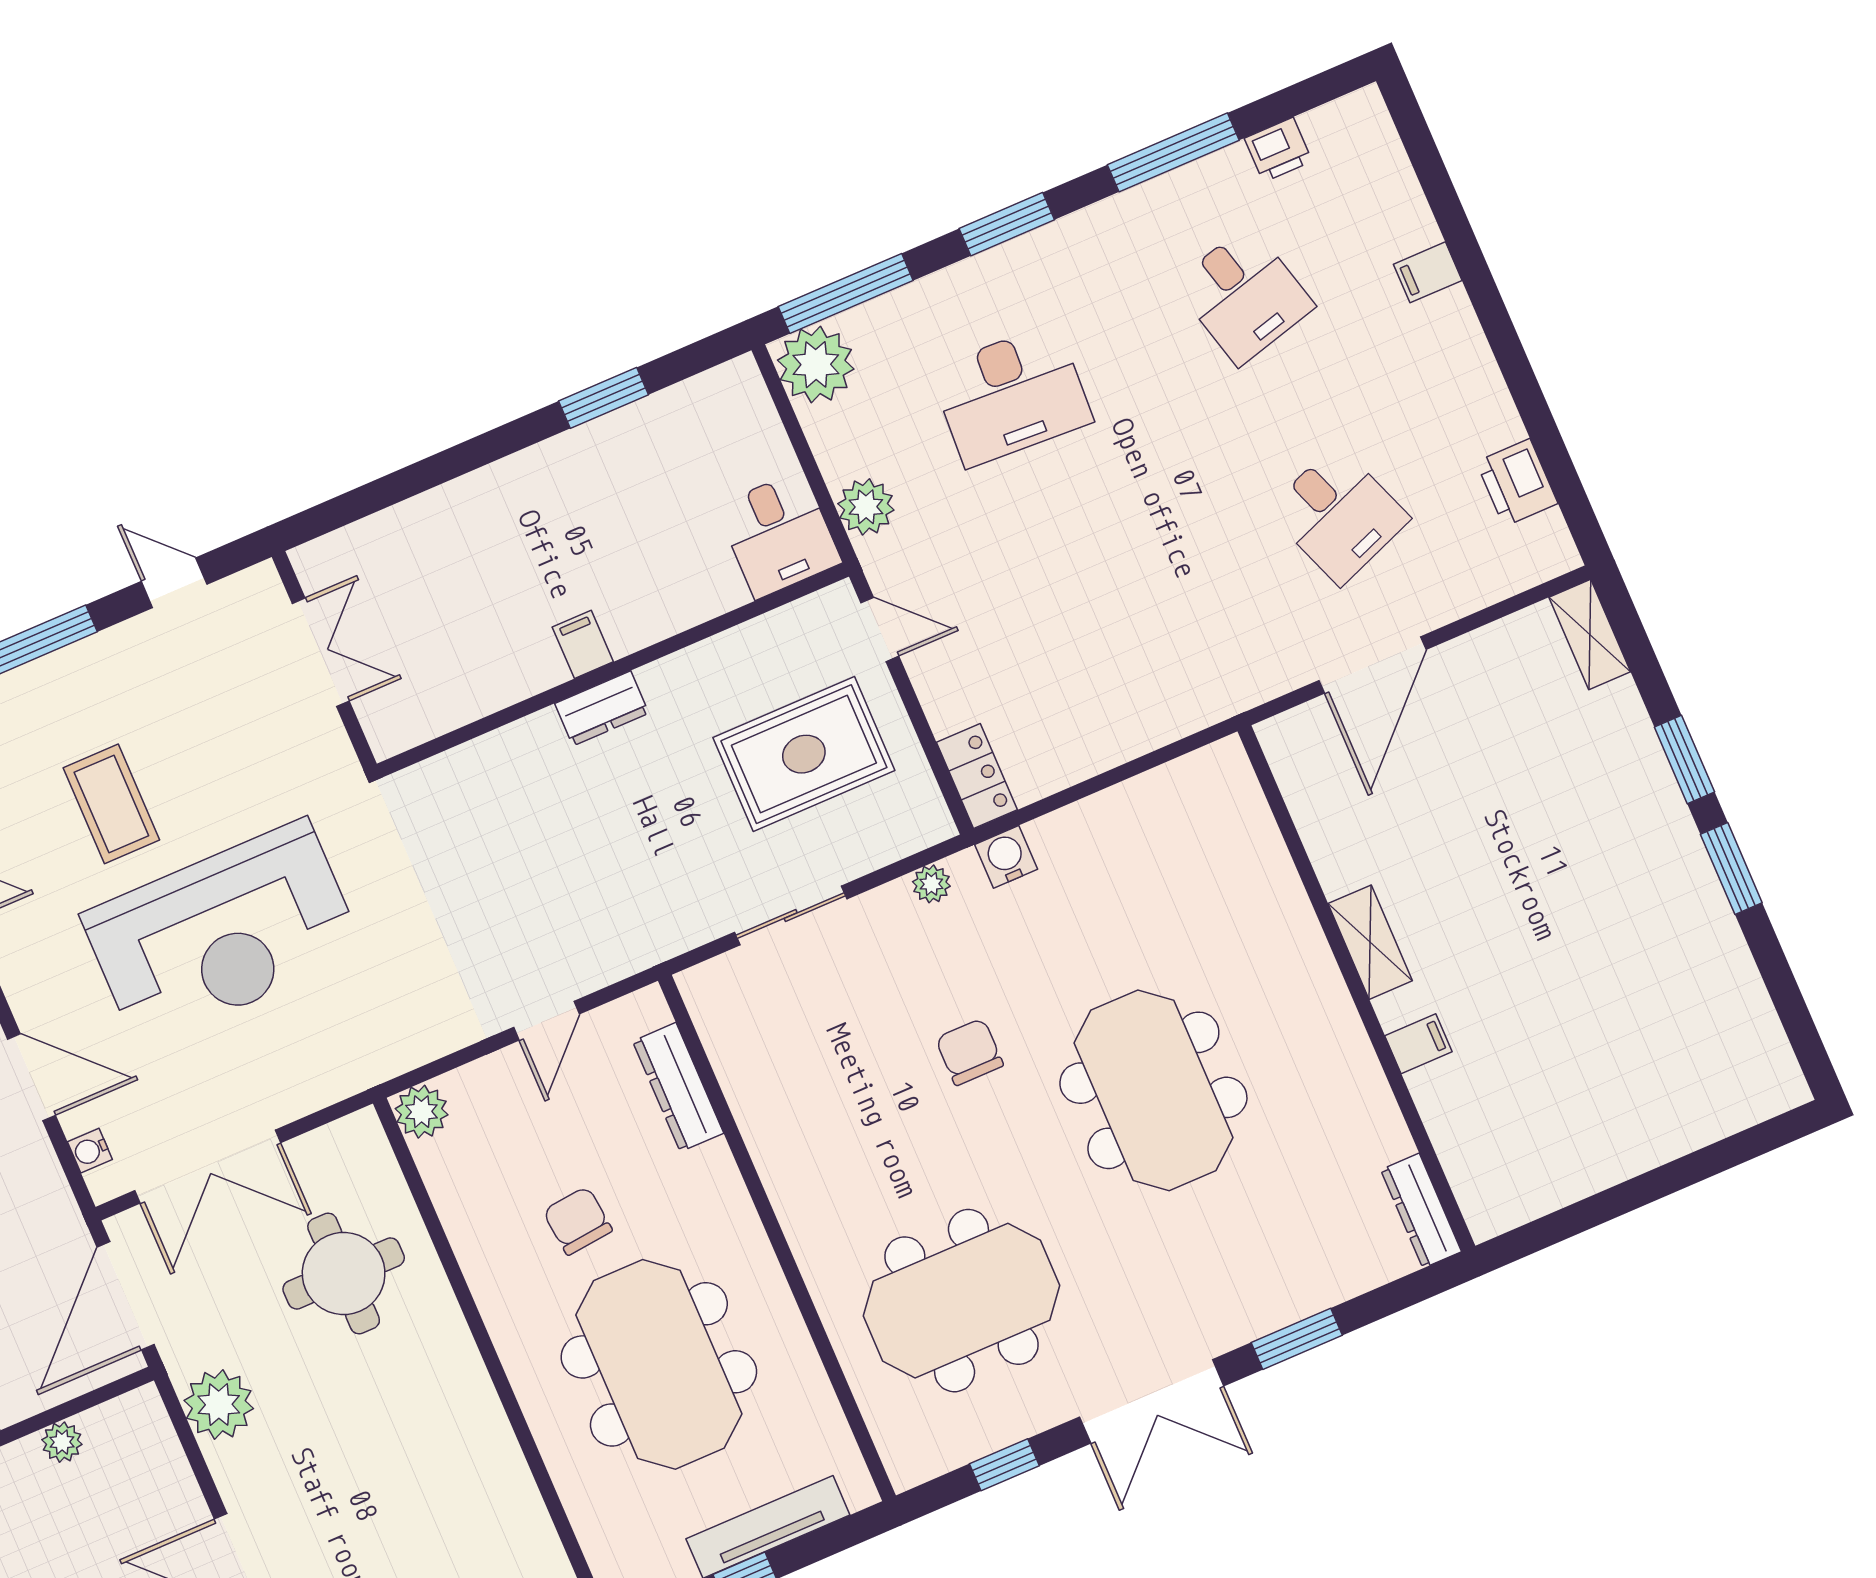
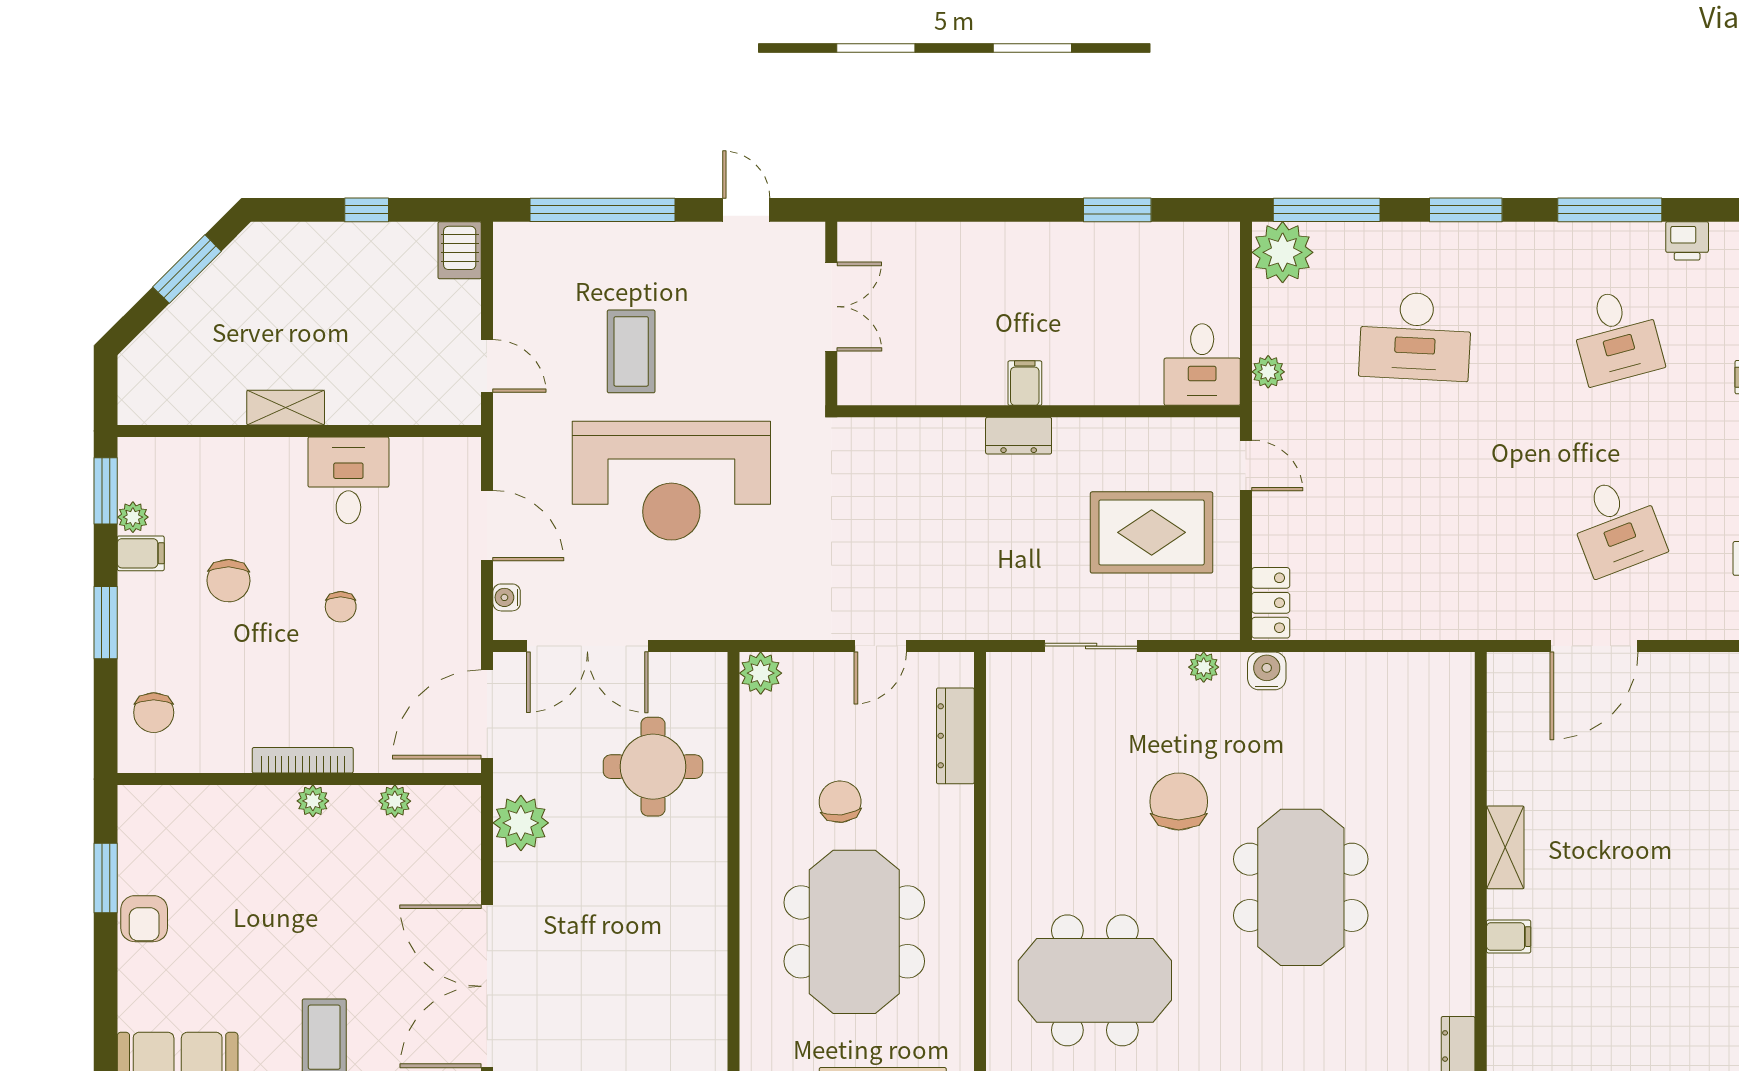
plant: (866, 507) -> (1268, 372), width x0.73, depth x0.73
chair: (969, 1052) -> (1179, 802), width x1.37, depth x1.37

